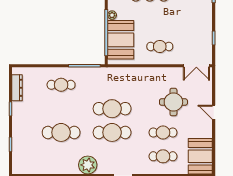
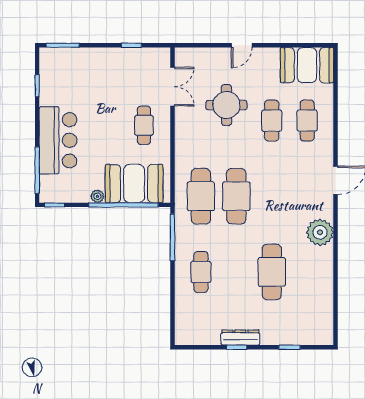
double door: (196, 66) -> (172, 87), moved
dresser: (17, 88) -> (240, 337), moved
cafe table: (112, 132) -> (201, 196), moved

